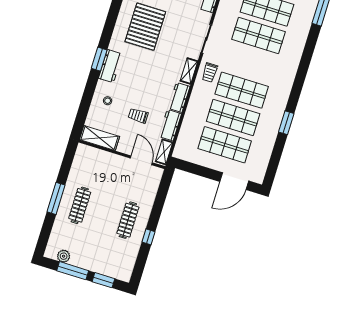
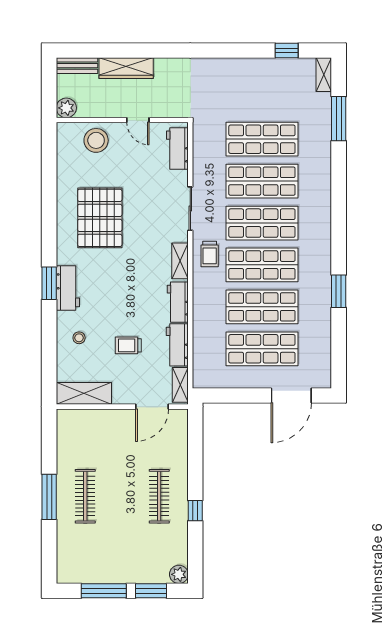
shop shelf: (250, 63) -> (262, 223), added
door: (141, 160) -> (152, 407), swing flipped
plant: (64, 256) -> (179, 574), moved

